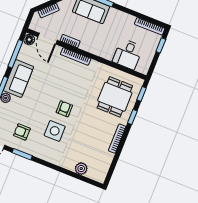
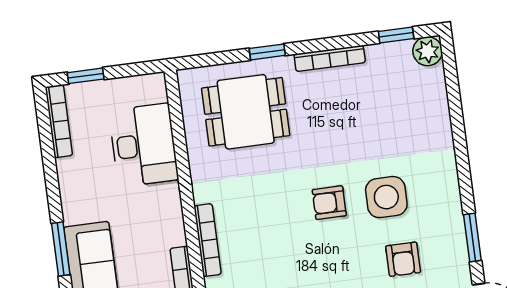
desk: (128, 54) -> (144, 145), width x1.37
window: (142, 94) -> (396, 35), moved
armchair: (22, 132) -> (403, 259), moved
plant: (81, 169) -> (428, 51), moved

